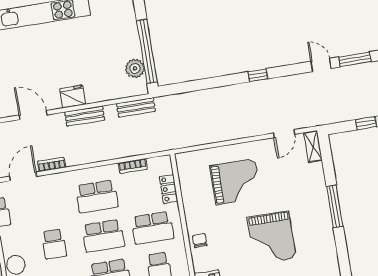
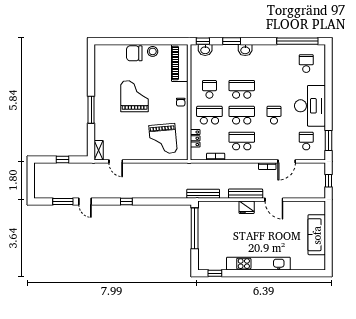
plant: (135, 68) -> (204, 219), removed
bench: (136, 107) -> (203, 194), width x1.36
bench: (85, 116) -> (246, 194), width x1.36
door: (284, 134) -> (116, 161), swing flipped
grand piano: (235, 182) -> (163, 139), moved, turned -95

